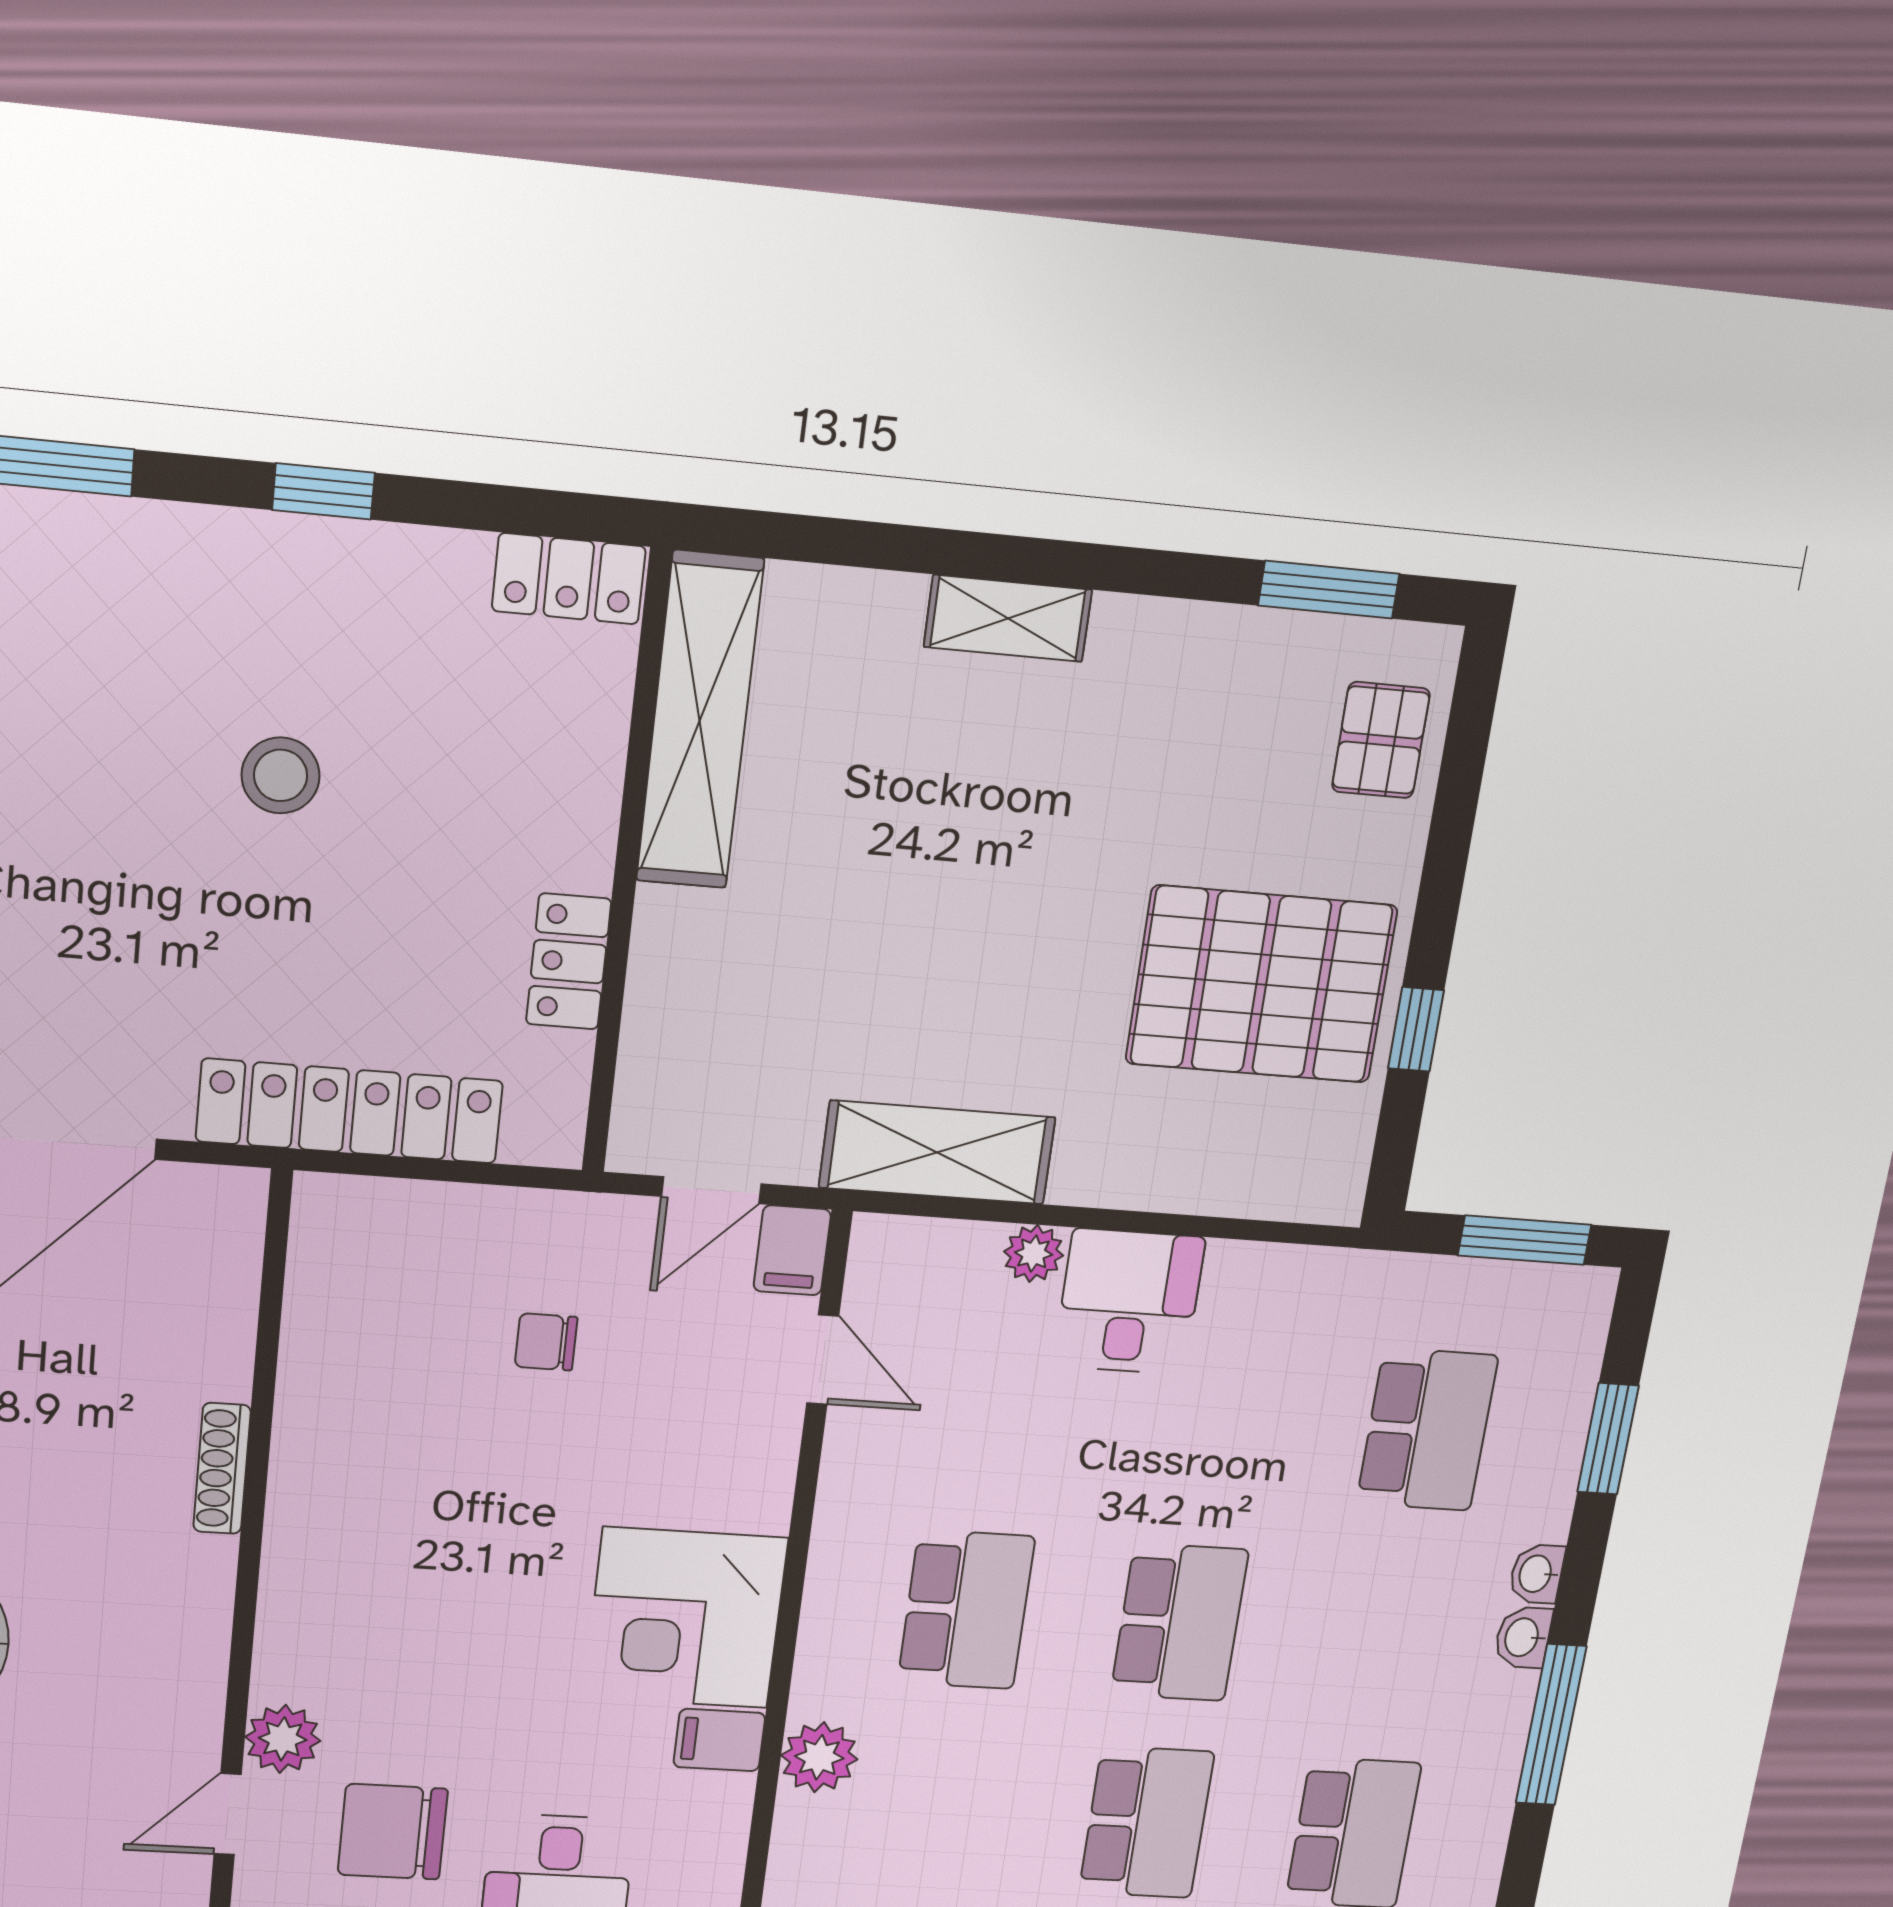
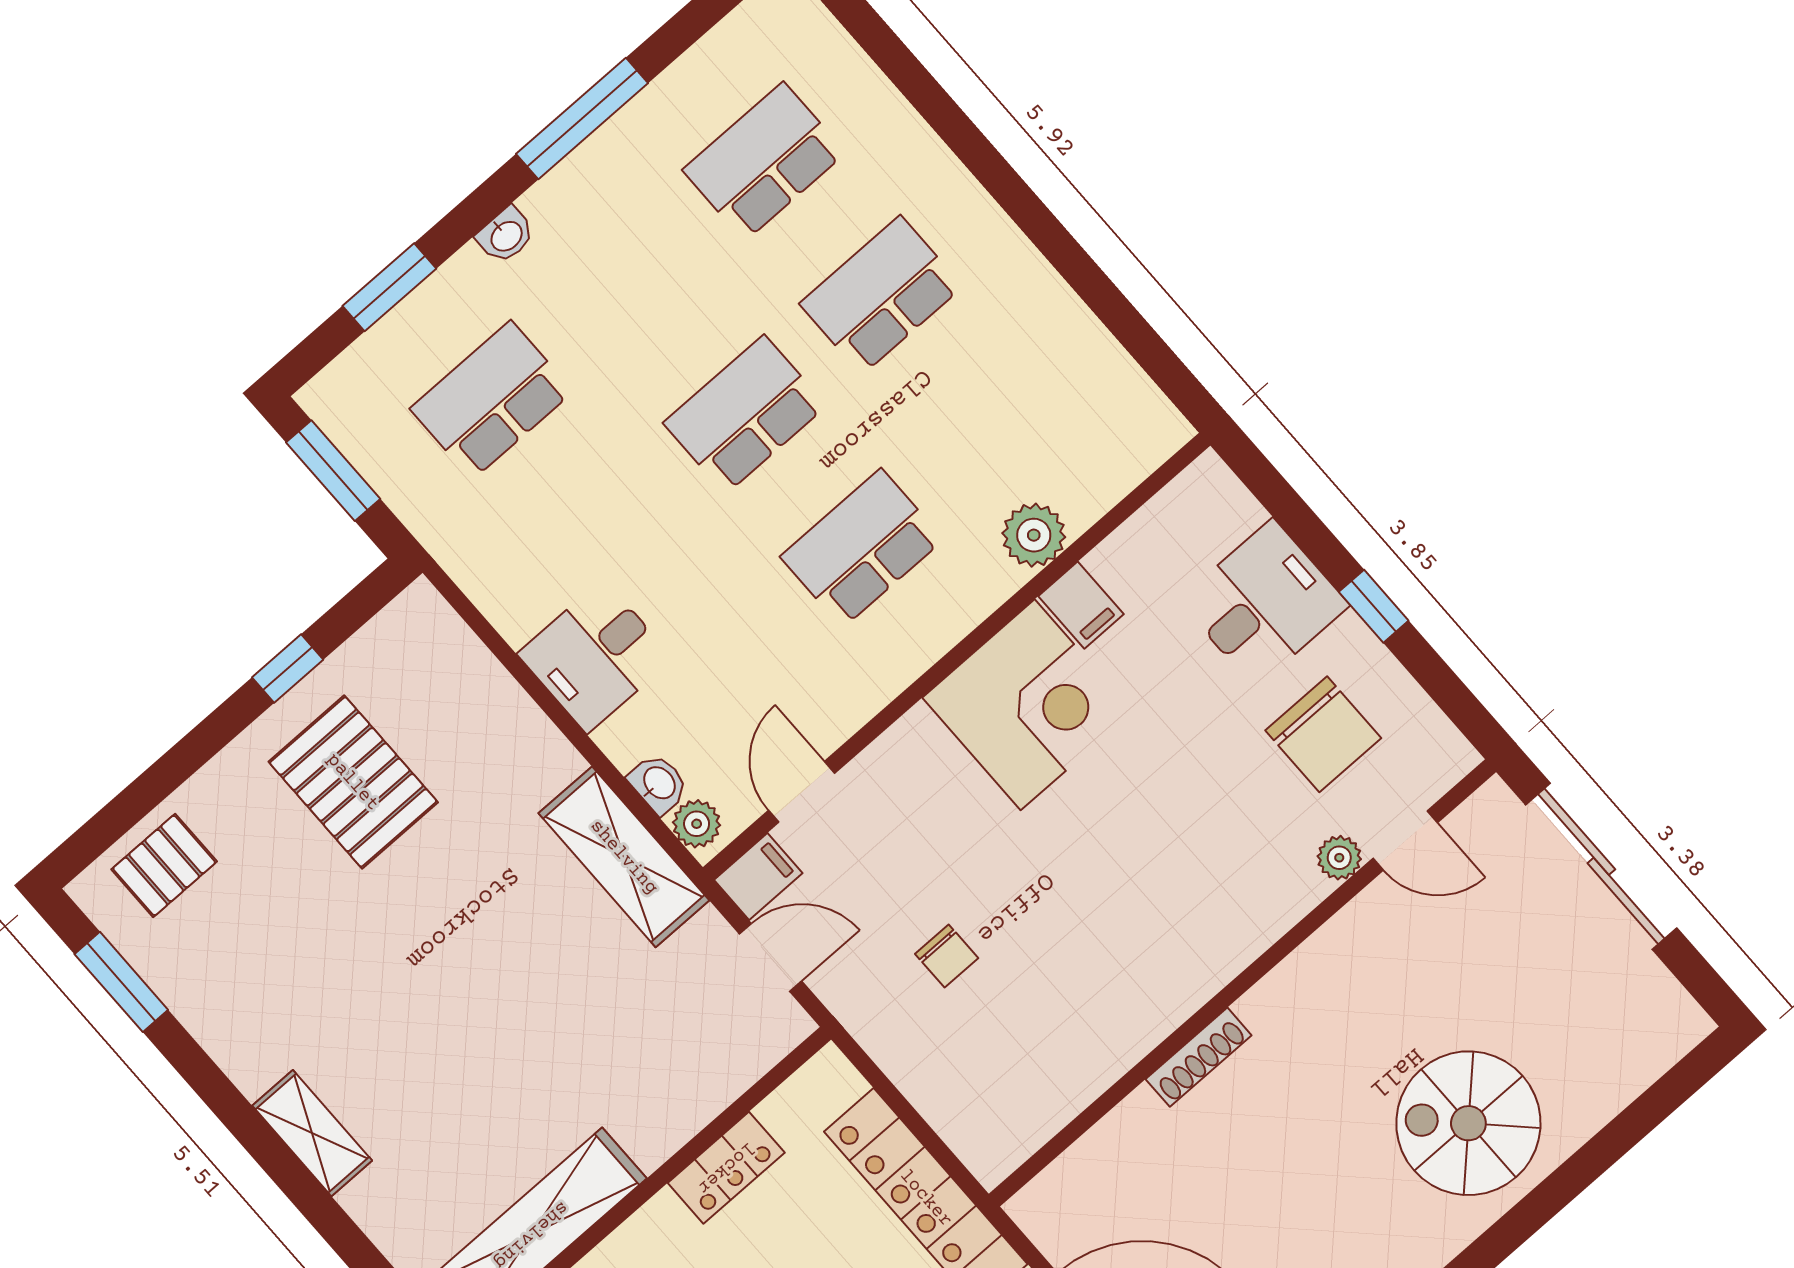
pallet: (1261, 985) -> (353, 782), width x0.73, depth x0.71
plant: (1034, 1253) -> (697, 824), moved
washbasin: (1523, 1637) -> (659, 784), moved, turned -90
plant: (283, 1739) -> (1339, 858), width x0.73, depth x0.73

